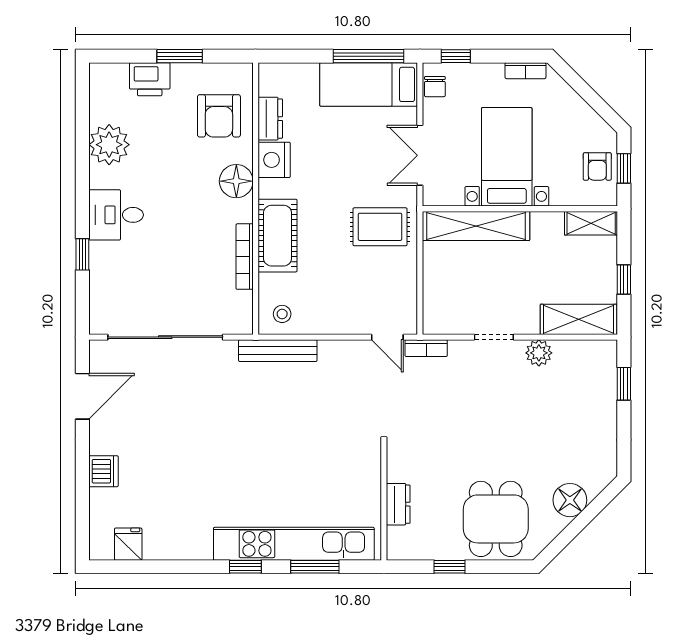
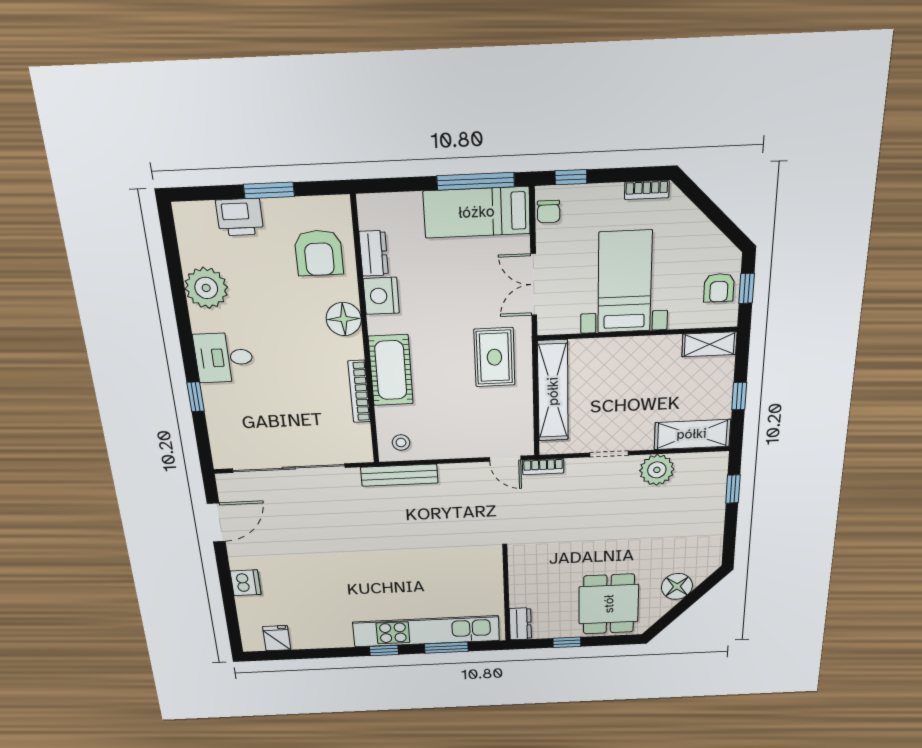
shelving: (476, 226) -> (553, 391), moved, turned 90
rug: (380, 227) -> (494, 357), turned 90
plant: (539, 353) -> (657, 470), width x1.36, depth x1.36
dresser: (398, 504) -> (520, 624), moved

